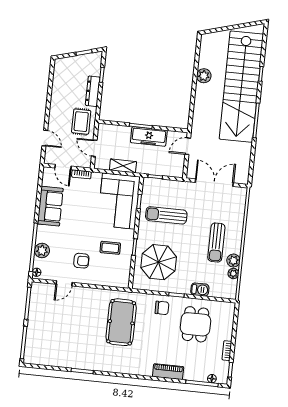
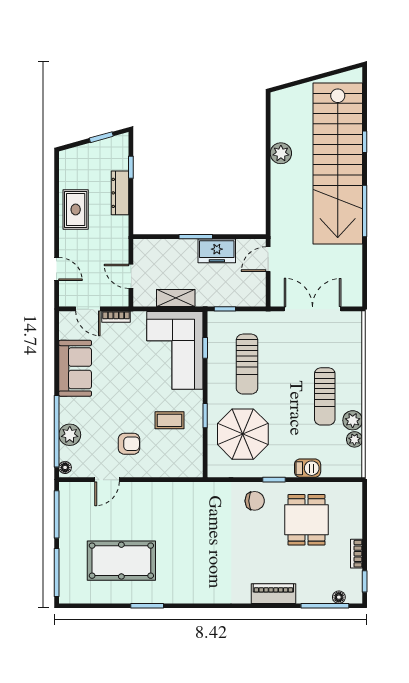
rug: (81, 122) -> (76, 209), moved
freezer: (149, 136) -> (217, 251), width x0.71
sun lounger: (166, 215) -> (247, 364), turned -90
pool table: (121, 322) -> (121, 561), moved, turned 90

